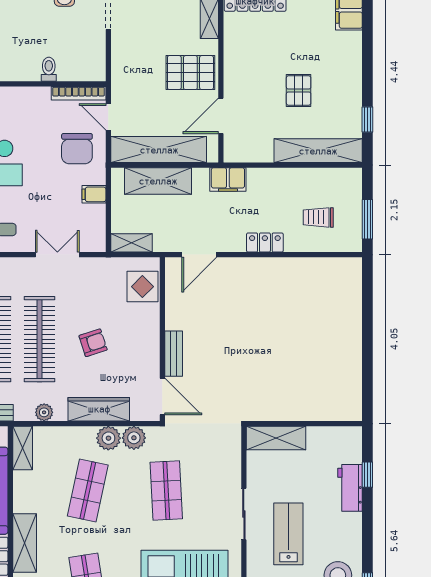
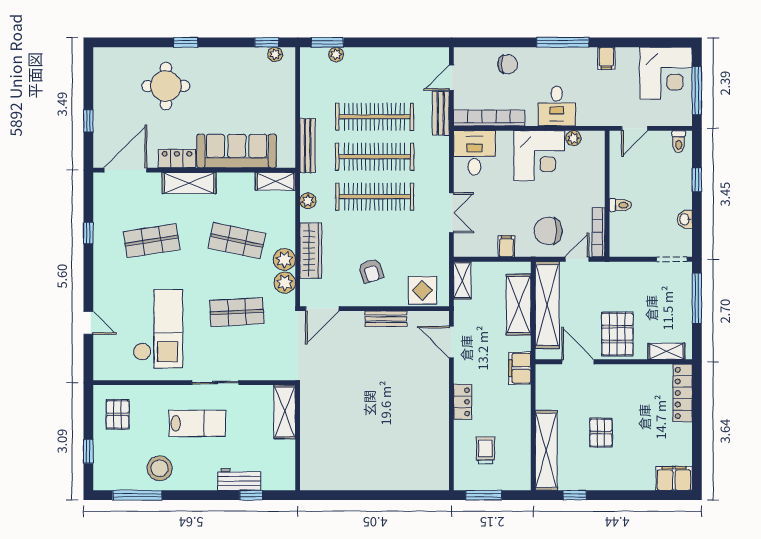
pallet: (299, 90) -> (601, 433), turned 90
armchair: (93, 343) -> (371, 271), moved
bench: (174, 354) -> (386, 319), moved

